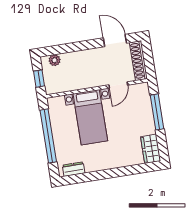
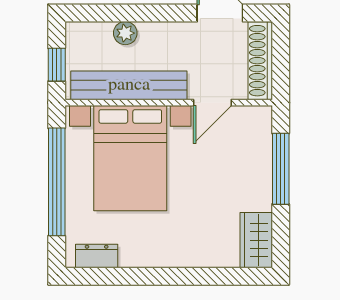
plant: (55, 60) -> (125, 33), moved
bench: (76, 83) -> (129, 85), added
bed with nightstands: (90, 117) -> (130, 158), width x1.36

